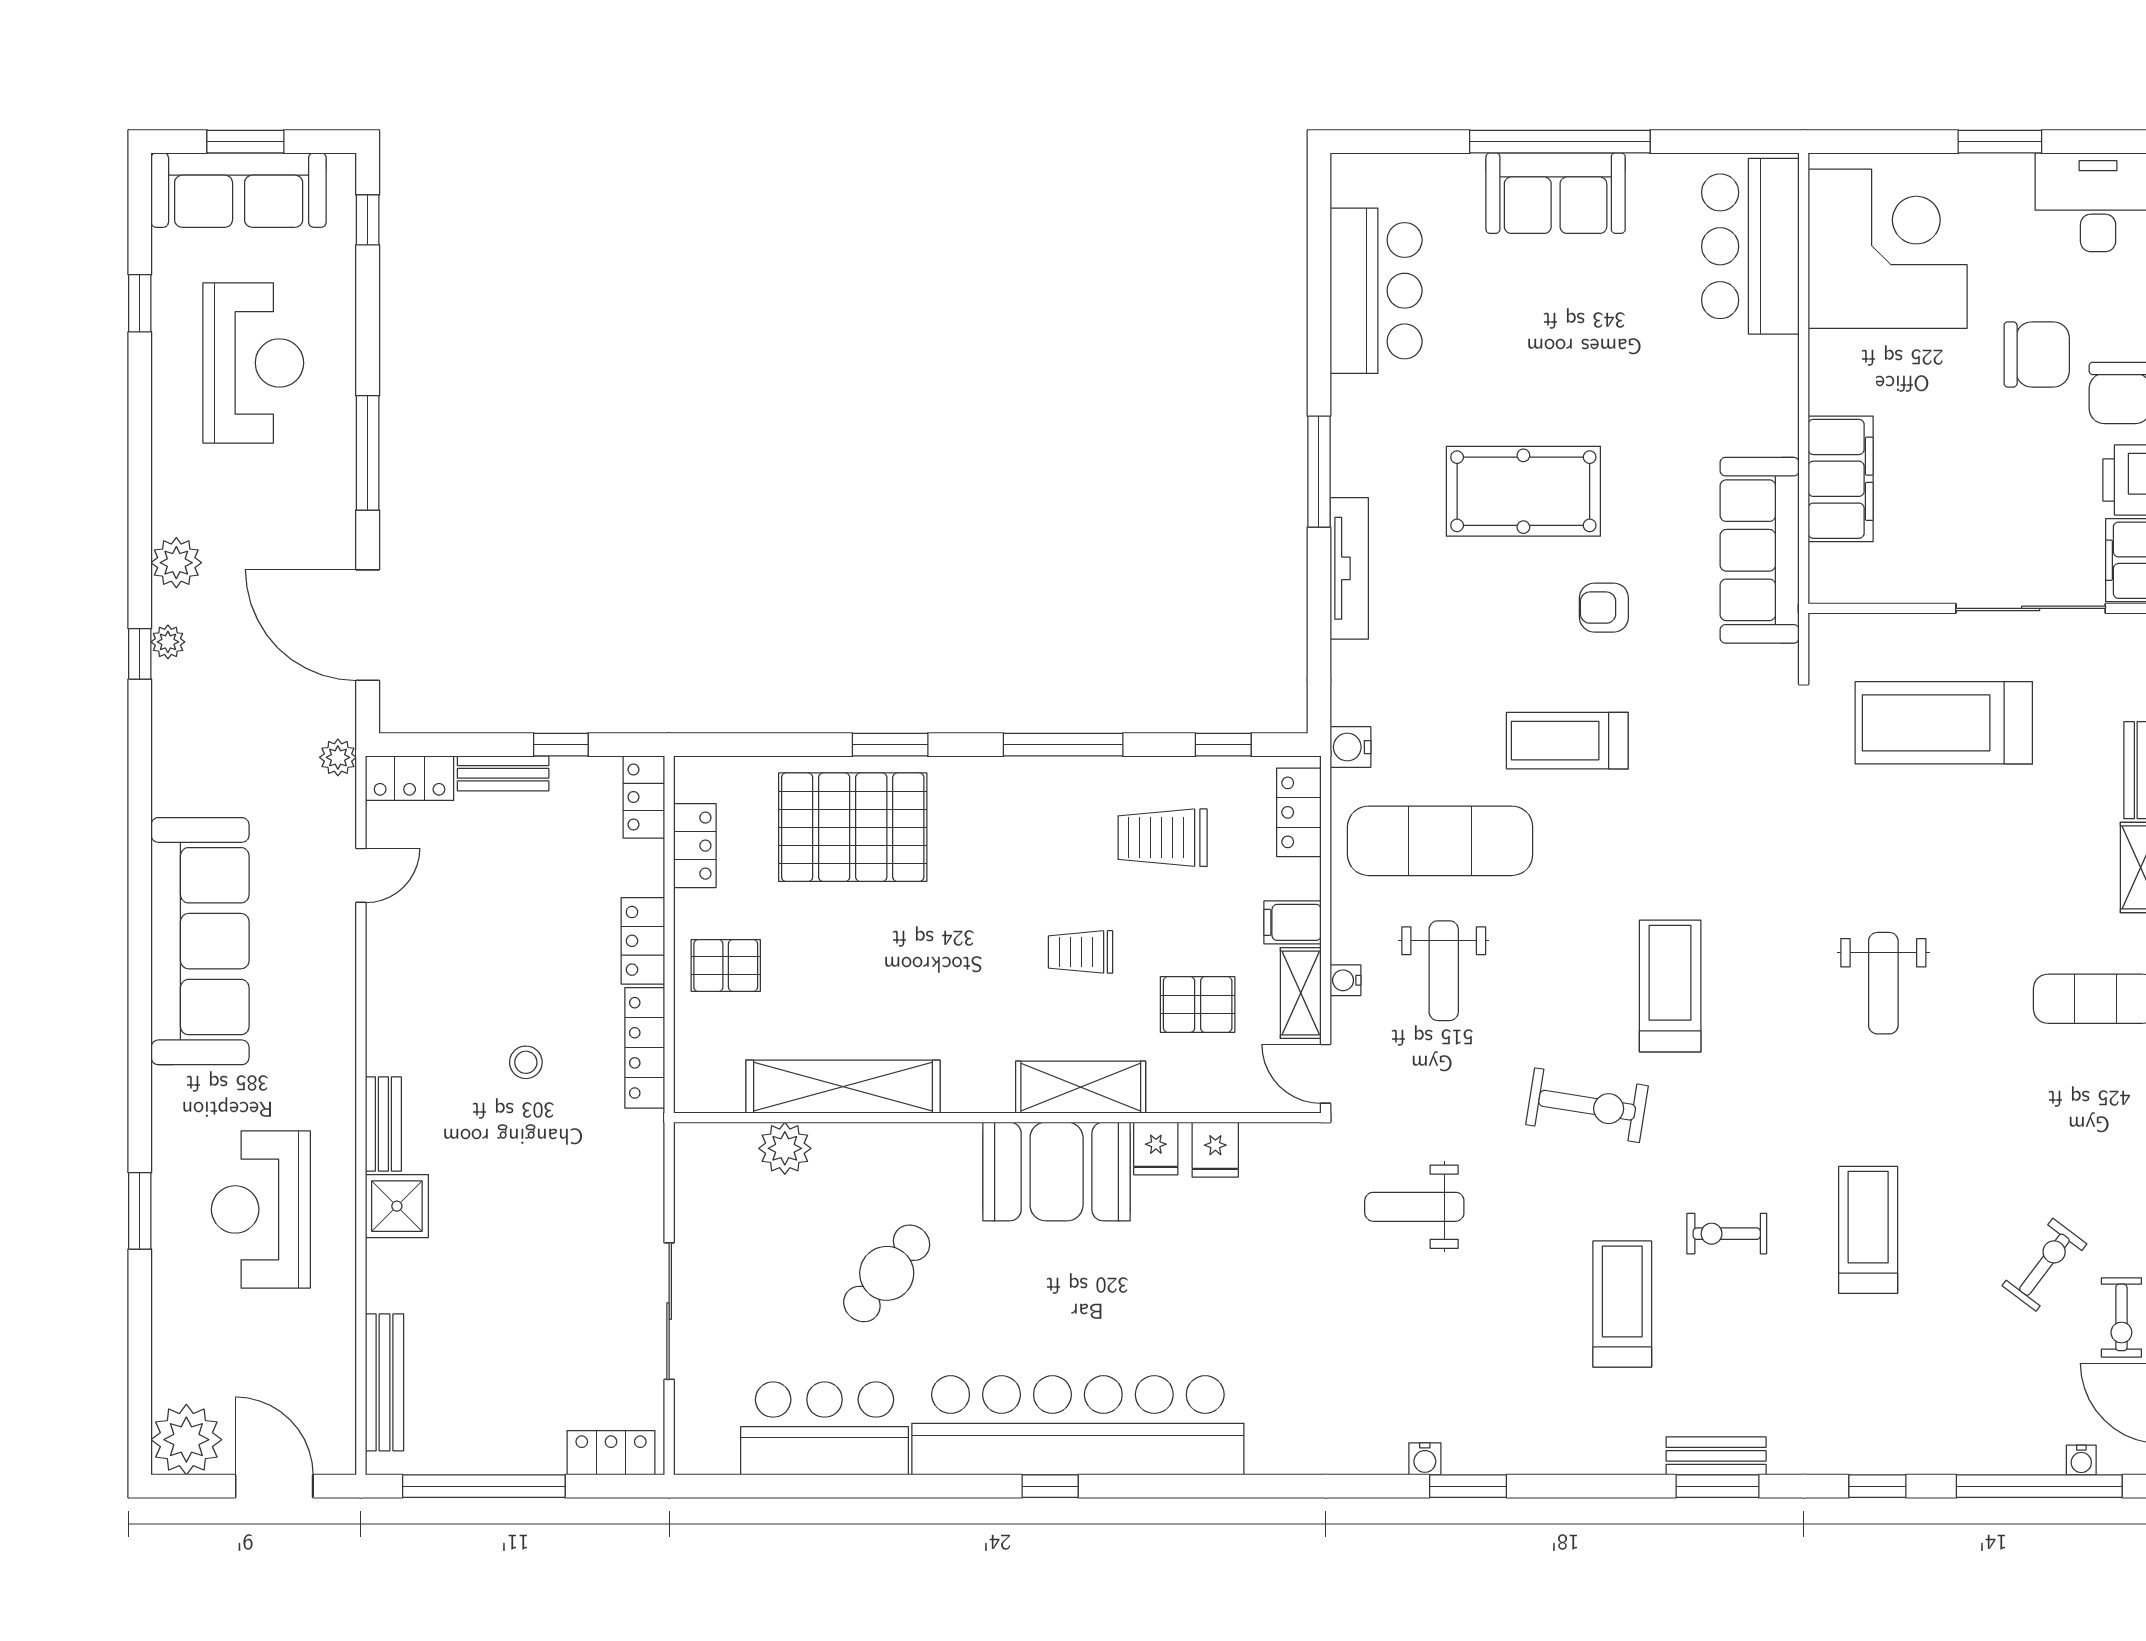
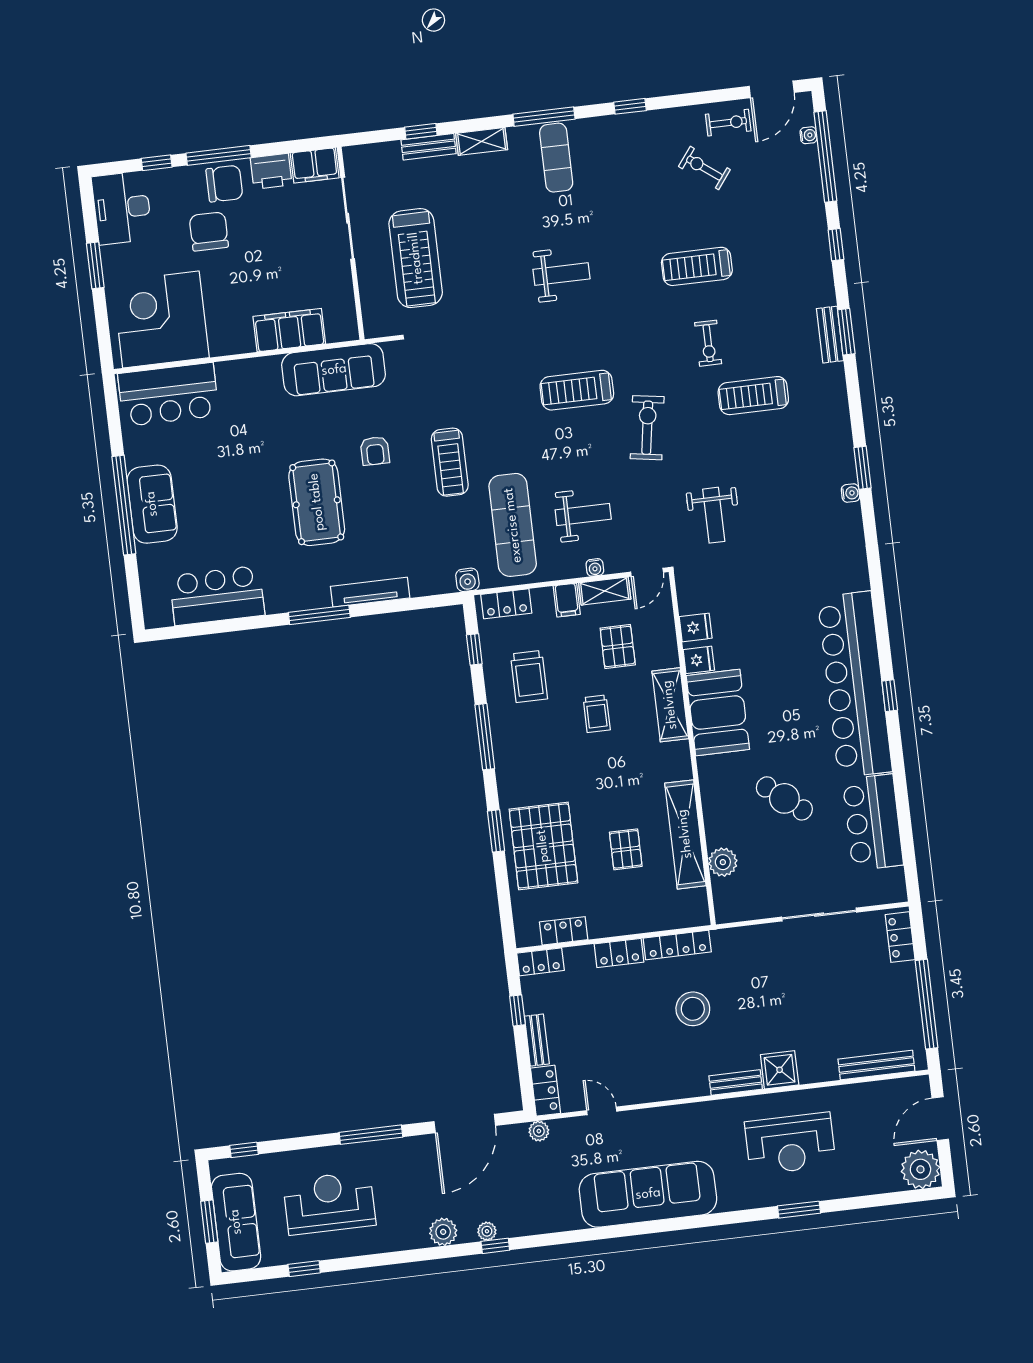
pallet: (726, 965) -> (626, 849), moved
stool: (526, 1062) -> (693, 1009), width x1.89, depth x1.89

